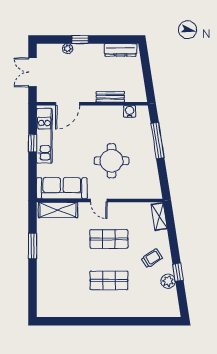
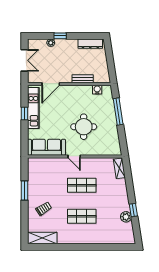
double door: (33, 72) -> (25, 60), swing flipped
shelving: (58, 210) -> (42, 238), moved
trolley: (152, 258) -> (44, 209), moved

